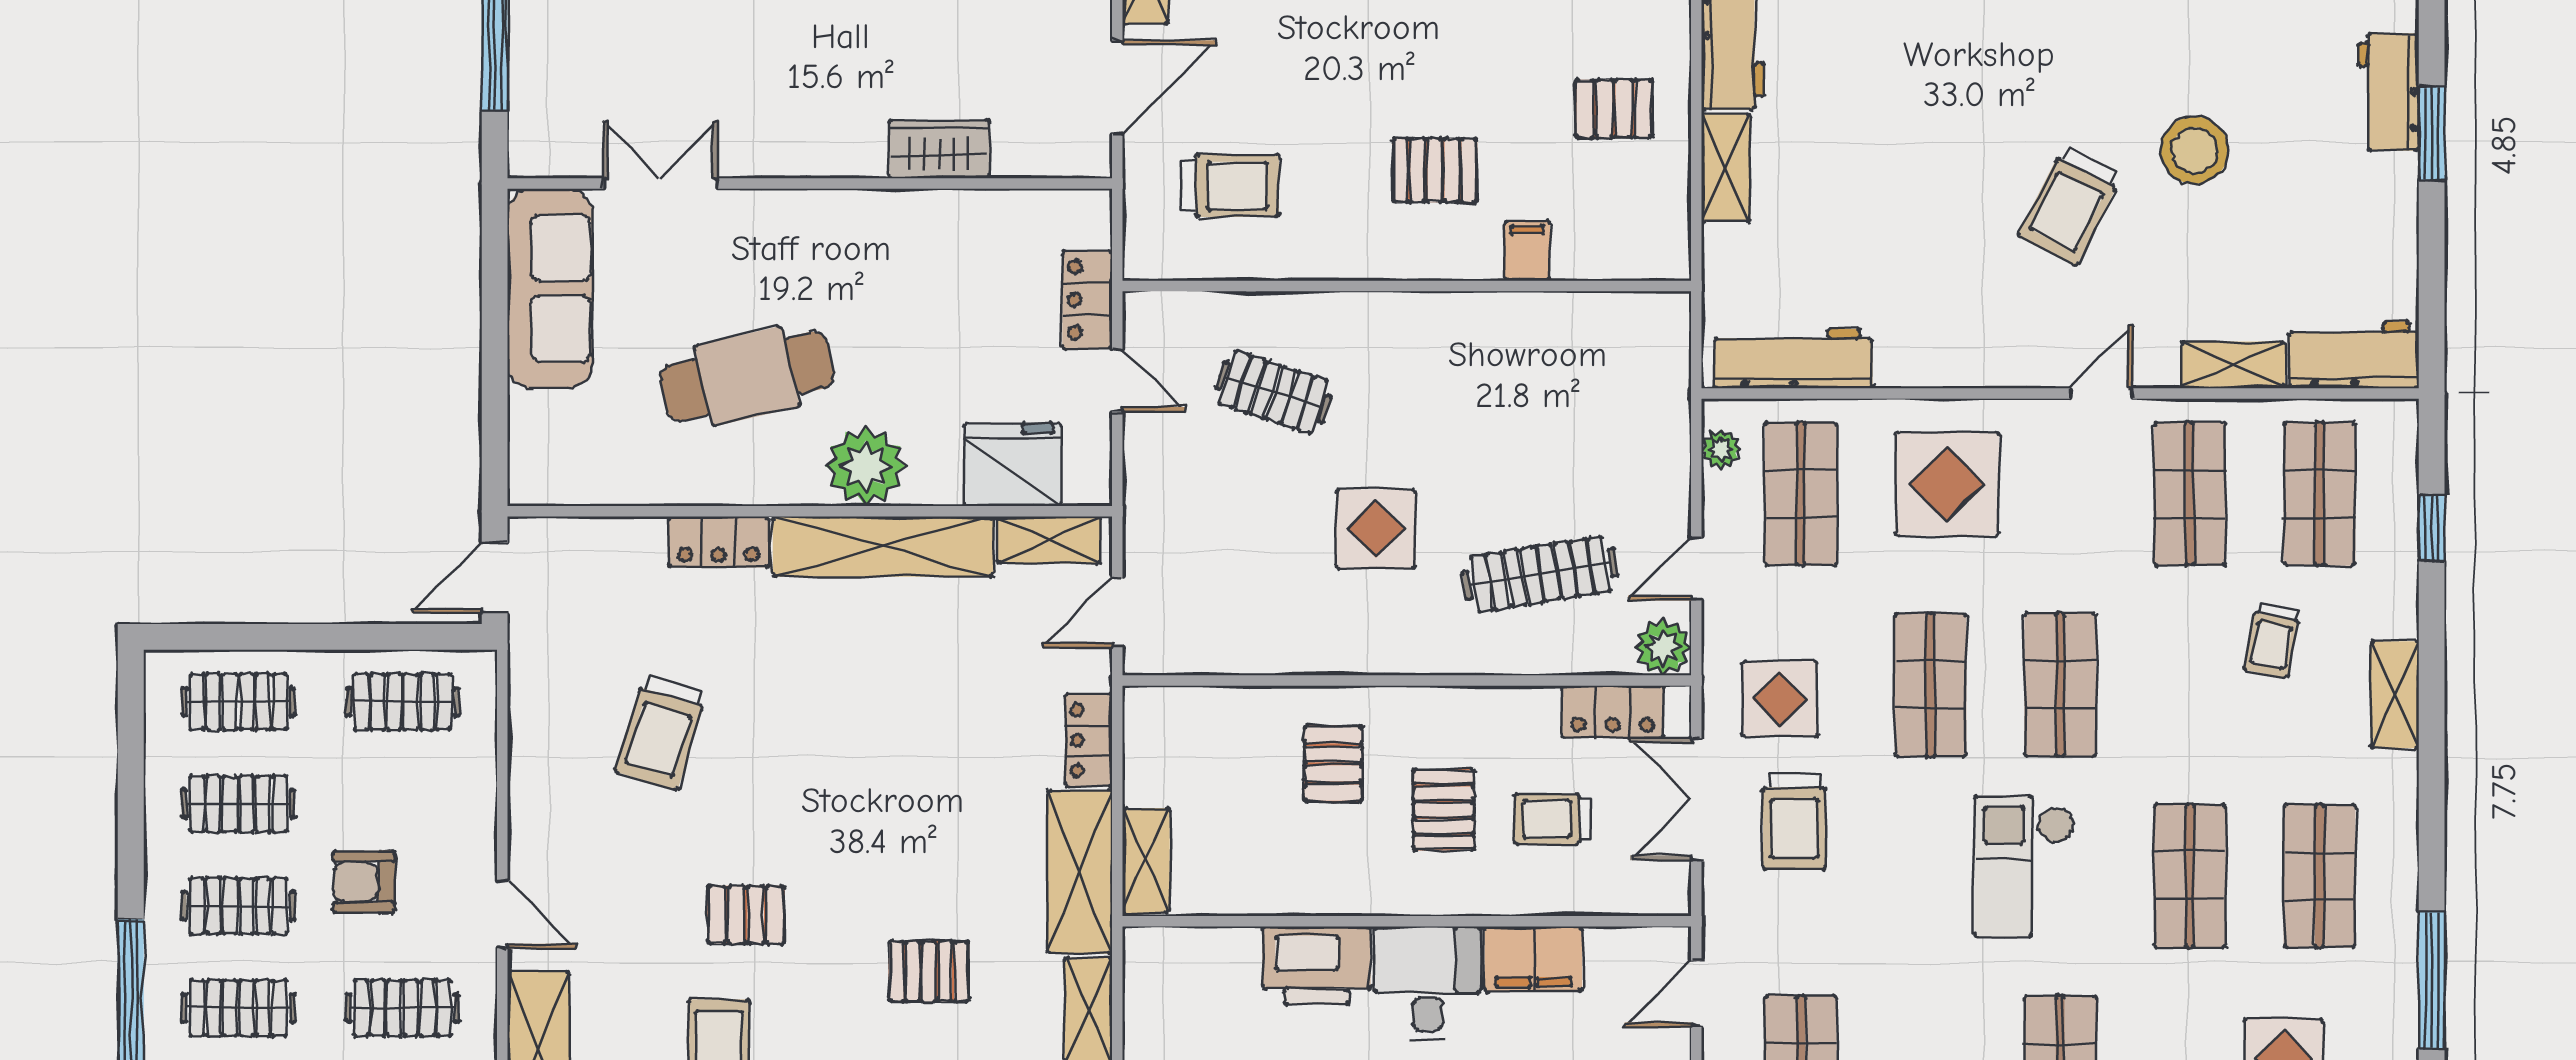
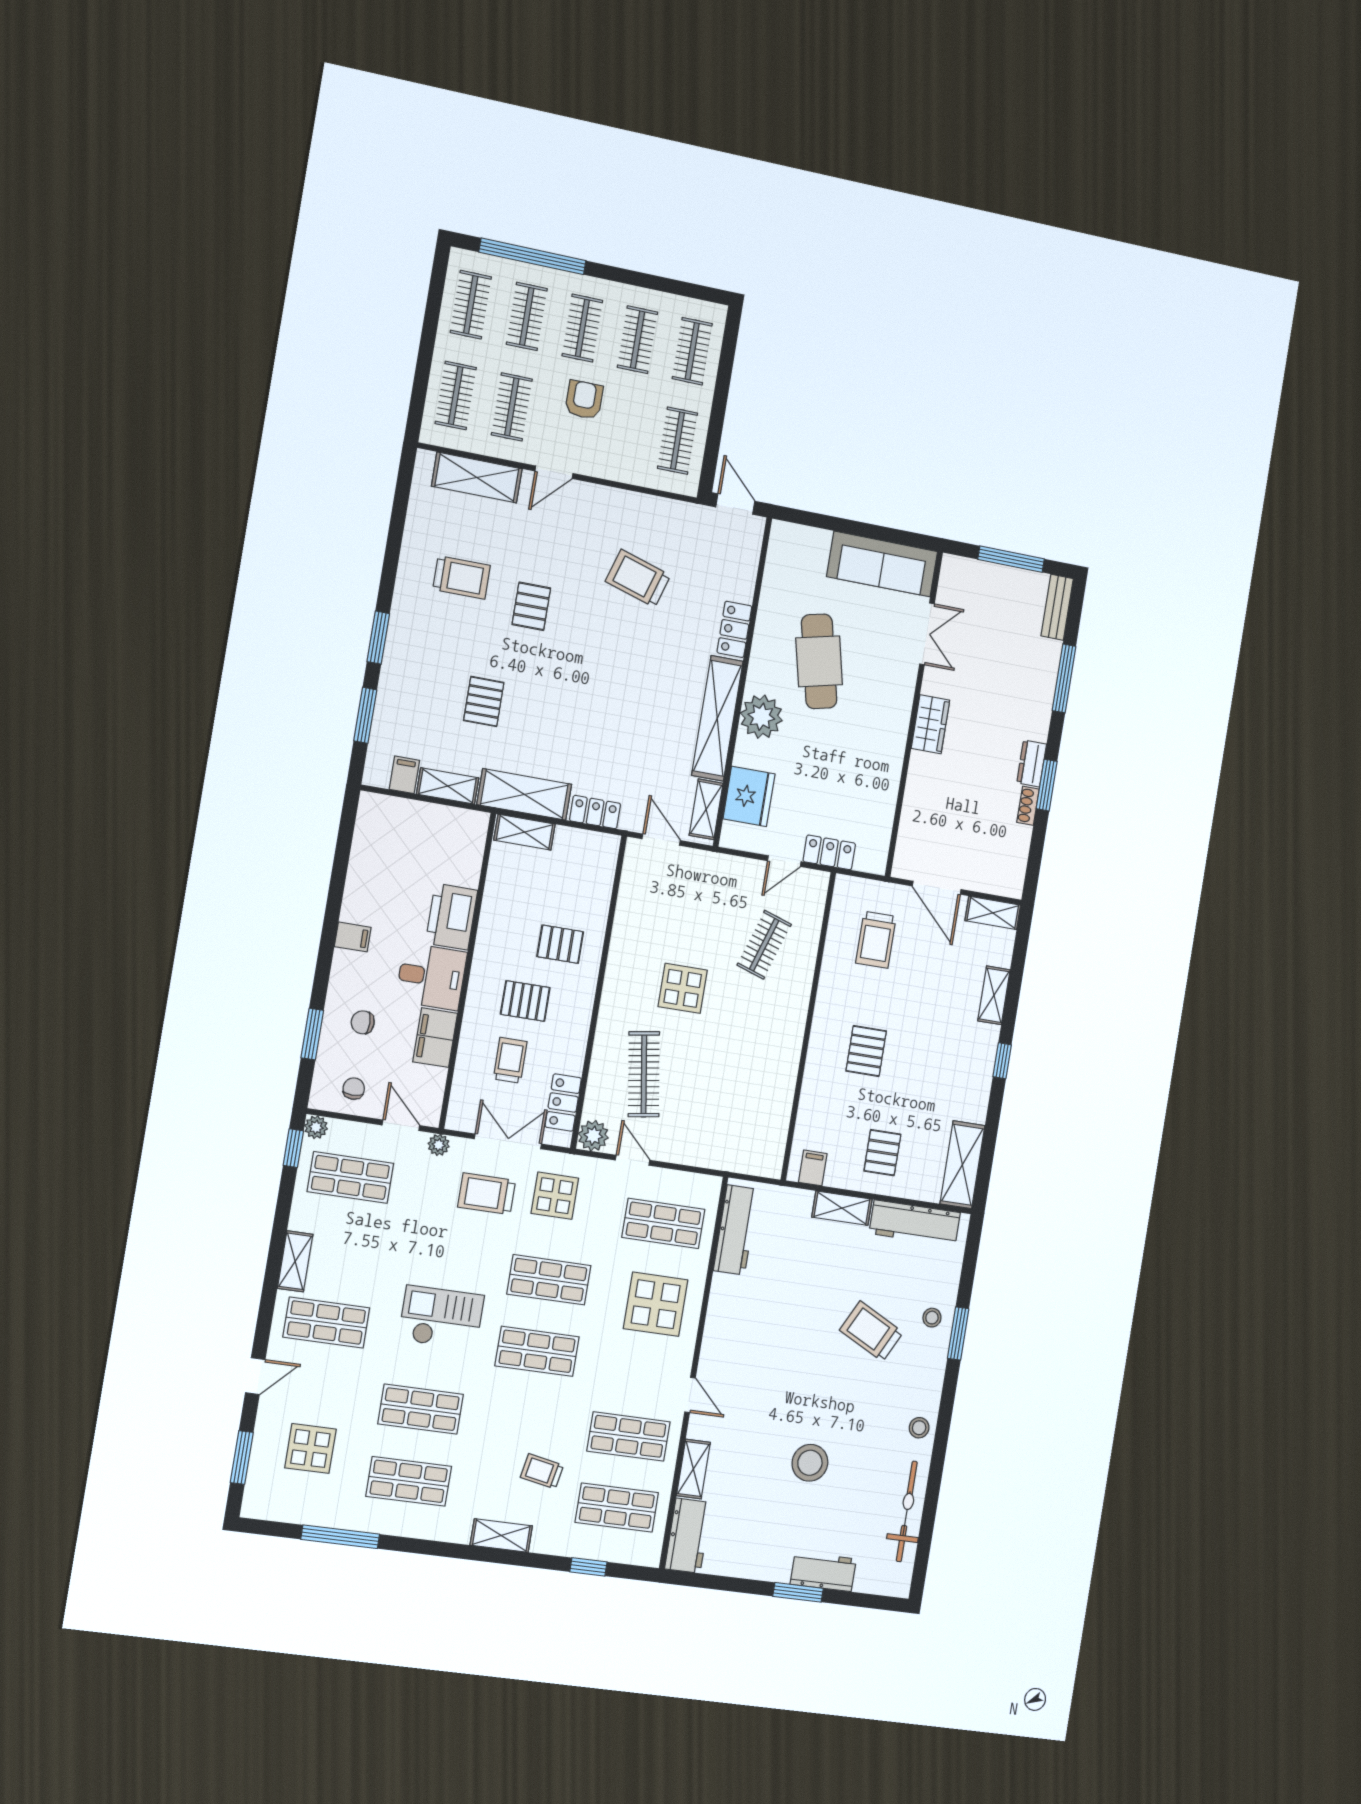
wardrobe: (939, 149) -> (930, 724), moved
trolley: (2070, 205) -> (871, 1331), moved
filing cabinet: (1527, 251) -> (813, 1168), moved, turned -90
plant: (1721, 449) -> (439, 1145), moved

